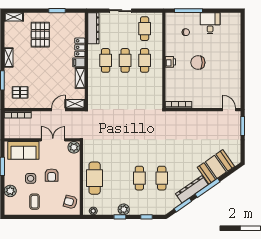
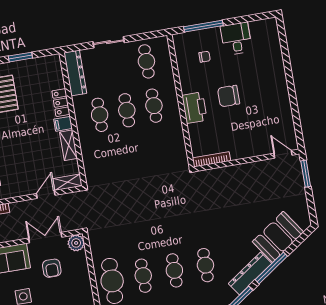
printer: (170, 62) -> (194, 108), width x1.87, depth x1.48
armchair: (52, 175) -> (52, 268), moved
cafe table: (117, 178) -> (143, 276), added

